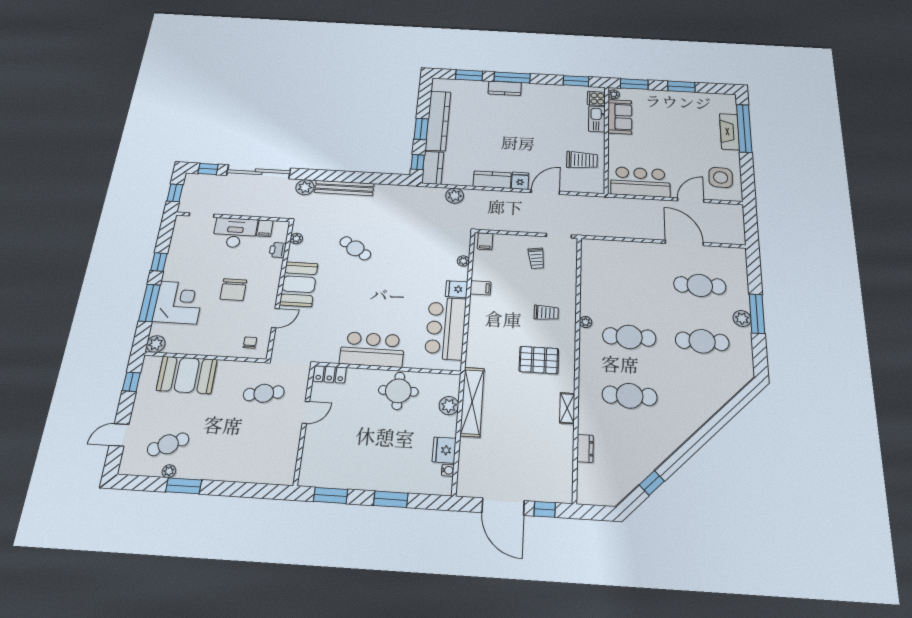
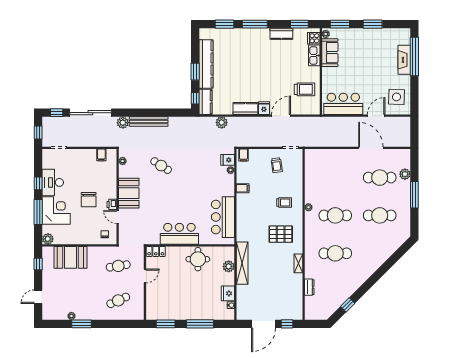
kitchen counter: (505, 88) -> (281, 34), moved
desk: (235, 233) -> (53, 182), moved, turned -90
printer: (278, 250) -> (112, 204), moved
fridge: (457, 289) -> (228, 160), moved
door: (275, 318) -> (118, 217), swing flipped
plant: (742, 318) -> (405, 174), moved
cafe table: (168, 444) -> (118, 300), moved
window: (391, 499) -> (200, 324), width x1.44
door: (503, 507) -> (264, 324), hinge flipped

